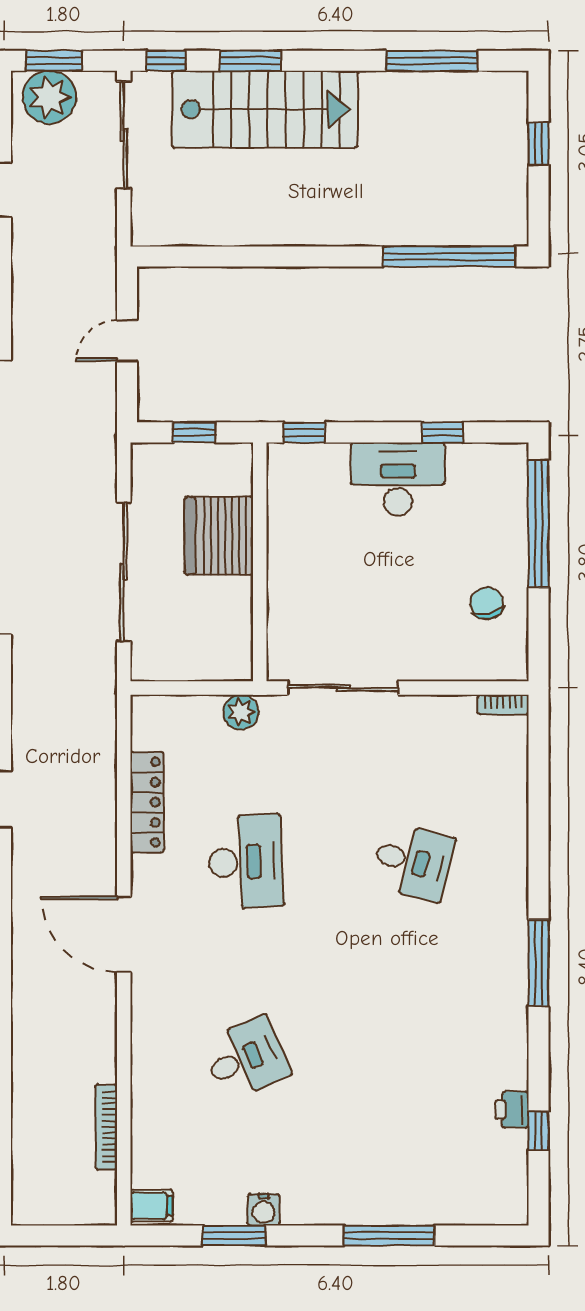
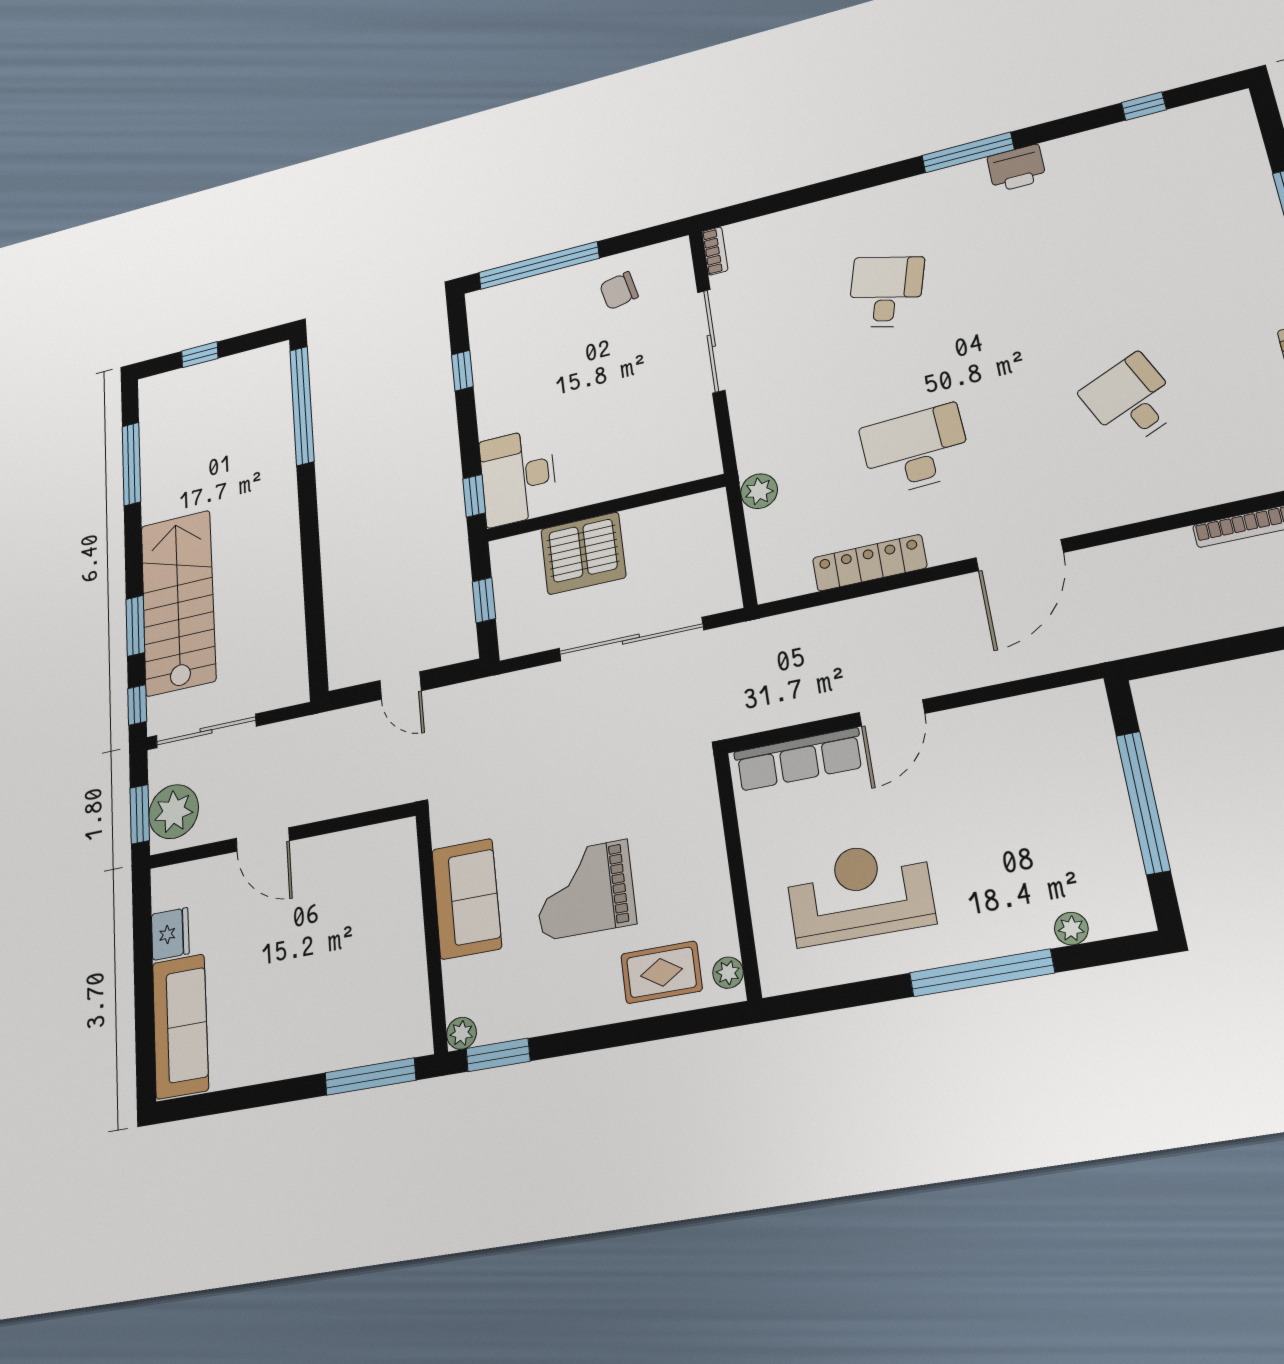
desk: (398, 479) -> (518, 477), moved
sliding door: (343, 688) -> (711, 341), moved
printer: (512, 1110) -> (1016, 168), moved, width x1.36, depth x1.24

